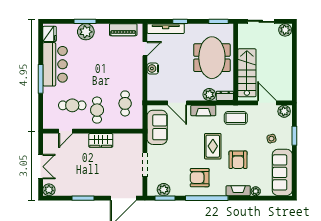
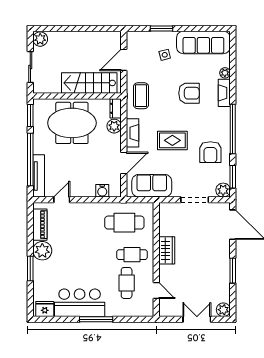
window: (180, 21) -> (30, 160), width x3.17
plant: (86, 32) -> (42, 251), moved
door: (145, 49) -> (62, 200), hinge flipped
water cooler: (153, 69) -> (102, 191), moved
cafe table: (125, 103) -> (124, 223), width x1.37, depth x1.35
plant: (284, 111) -> (133, 40), removed
rug: (213, 146) -> (172, 140), moved
armchair: (200, 178) -> (210, 152), moved
plant: (164, 190) -> (223, 190), moved

